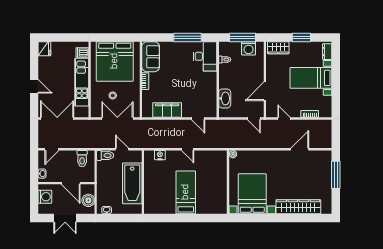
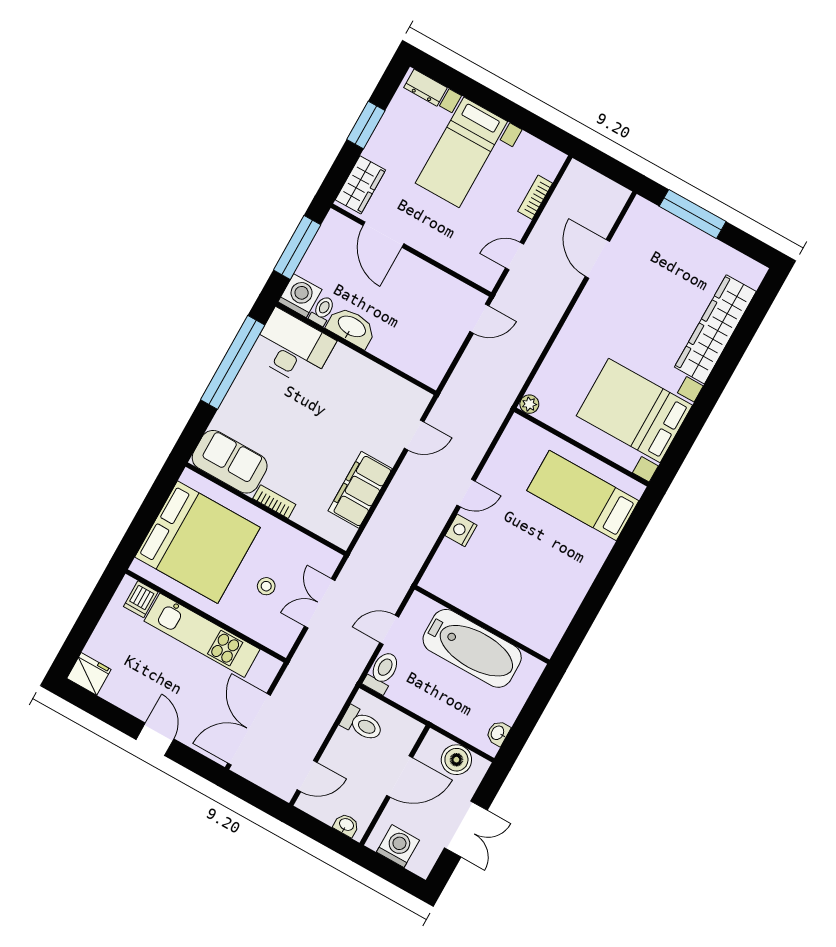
window: (187, 37) -> (233, 362), width x1.46
washing machine: (249, 48) -> (300, 296), moved, turned -90
door: (34, 86) -> (155, 739), hinge flipped
door: (265, 91) -> (383, 235), moved
washbasin: (225, 98) -> (351, 327), moved
double door: (117, 118) -> (320, 603), width x0.73
door: (52, 149) -> (307, 776), hinge flipped
nightstand: (160, 155) -> (461, 530), moved
bed: (186, 192) -> (583, 496), moved

